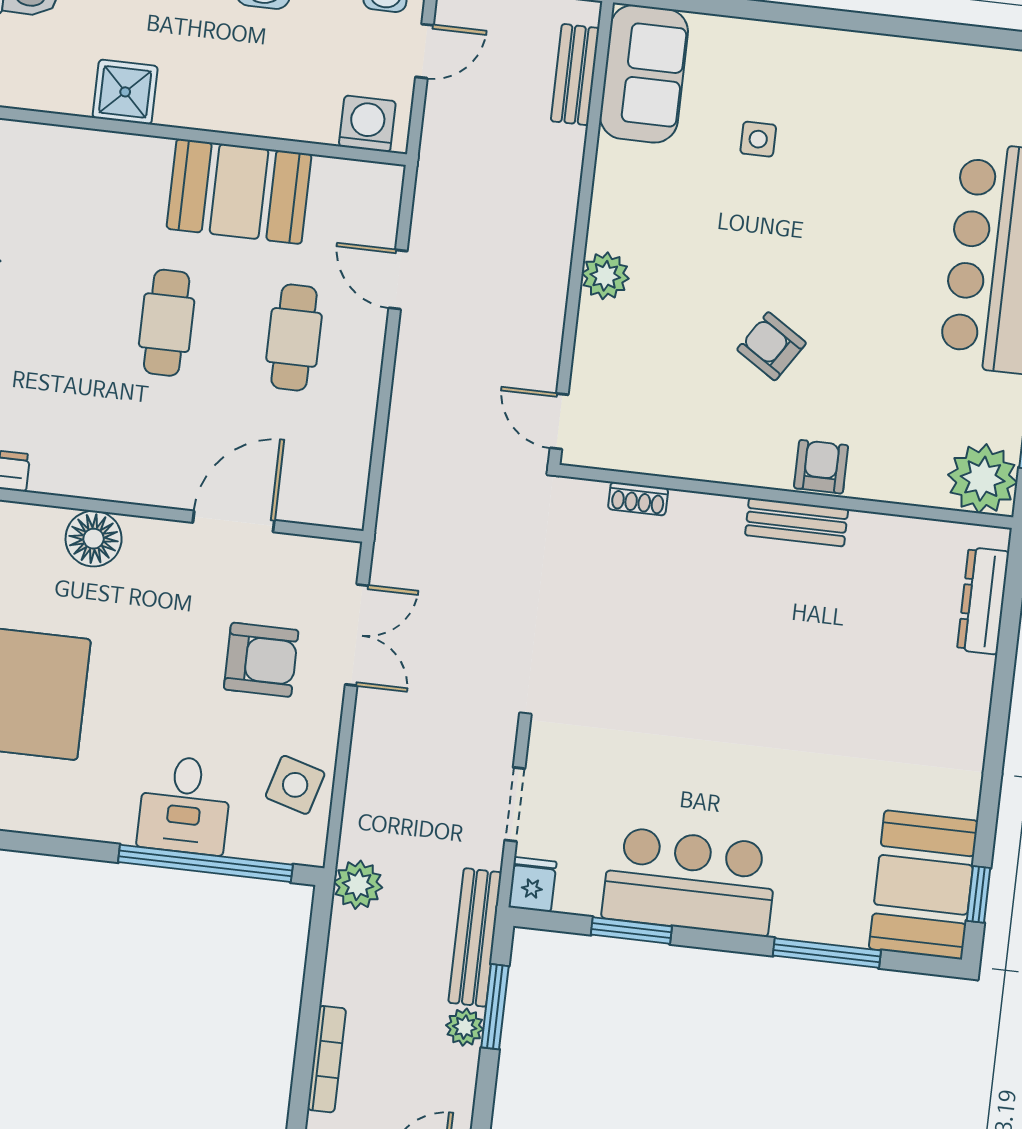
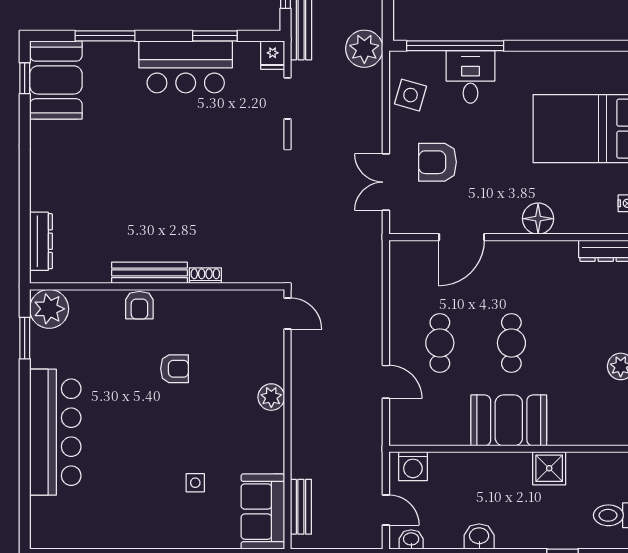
door: (424, 51) -> (386, 510), swing flipped
booth: (239, 191) -> (509, 420), moved
armchair: (772, 346) -> (175, 369), turned -33
shoe rack: (638, 499) -> (205, 276), moved
bench: (797, 522) -> (149, 273), width x1.36
plant: (358, 885) -> (364, 49), width x1.36, depth x1.36

